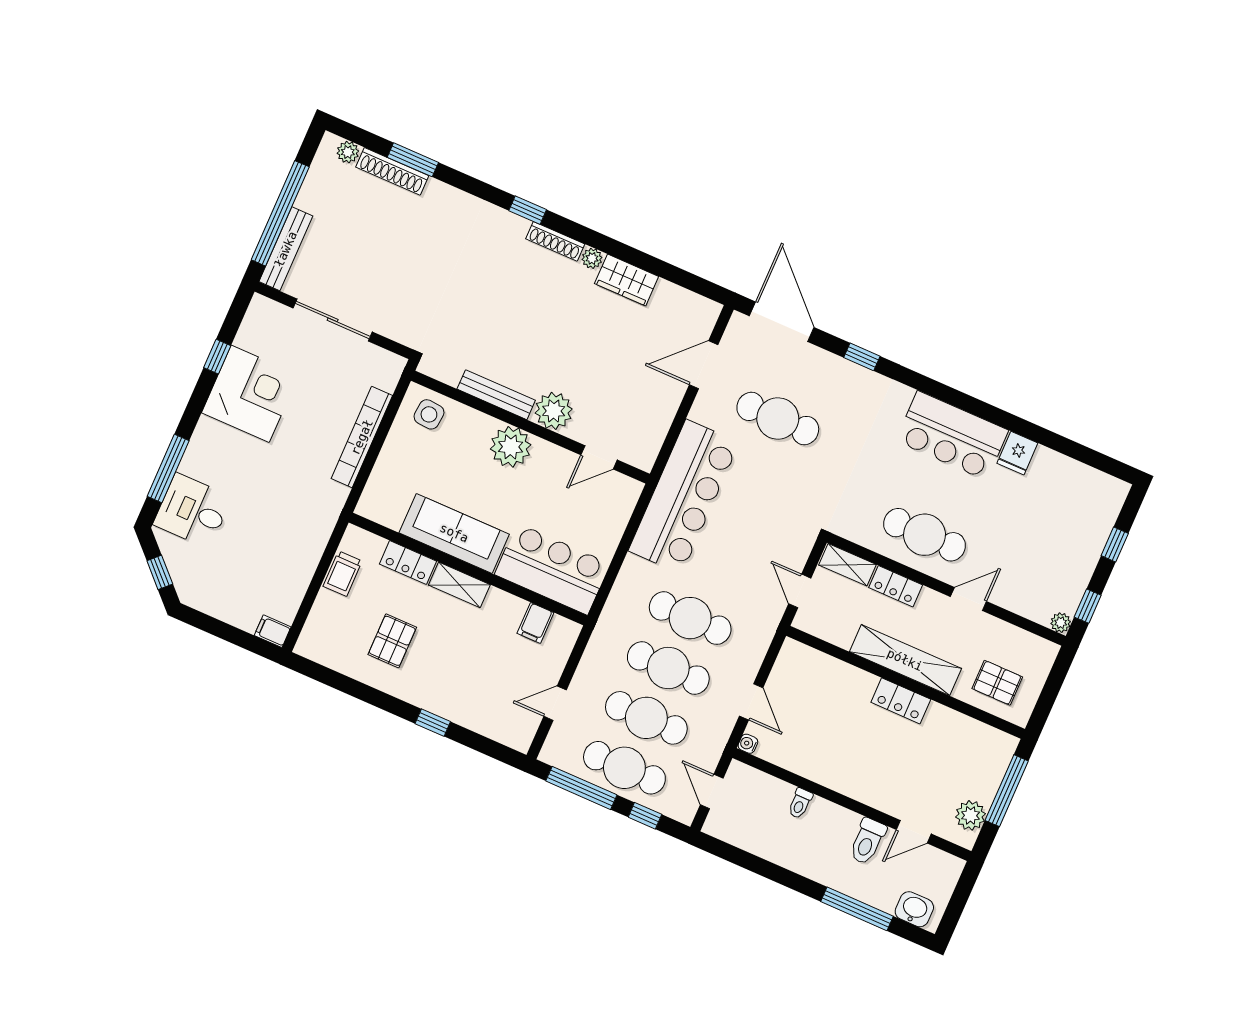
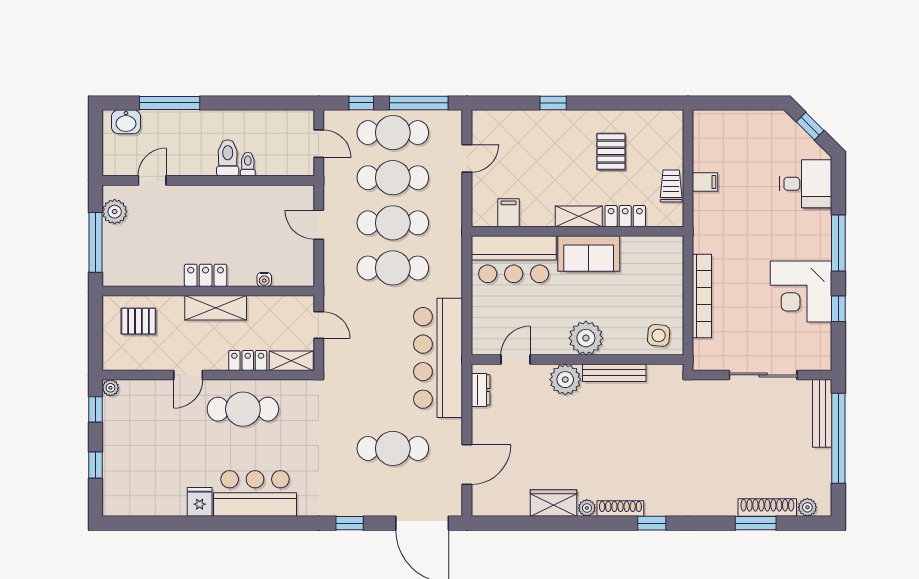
dresser: (652, 440) -> (481, 390), added
window: (168, 469) -> (838, 243), moved
sofa: (454, 533) -> (589, 254), width x0.73
filing cabinet: (273, 631) -> (705, 182), moved
shelving: (905, 660) -> (216, 308), width x0.68
water cooler: (748, 744) -> (264, 279), moved, turned 90
toilet: (868, 841) -> (228, 158), moved

